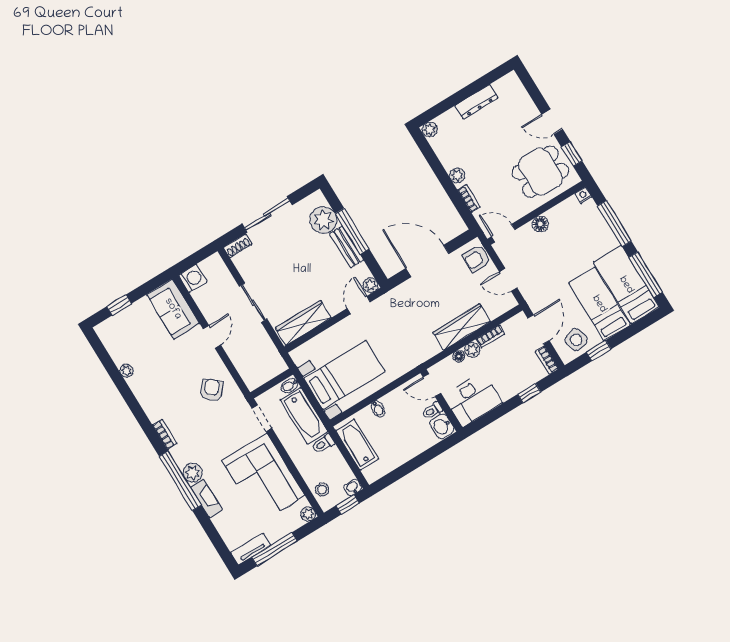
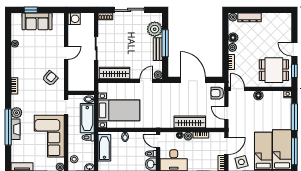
dresser: (476, 102) -> (249, 17), moved
floor lamp: (449, 160) -> (233, 38), added
sofa: (173, 309) -> (37, 21), moved, turned -90
window: (180, 481) -> (8, 127), moved

